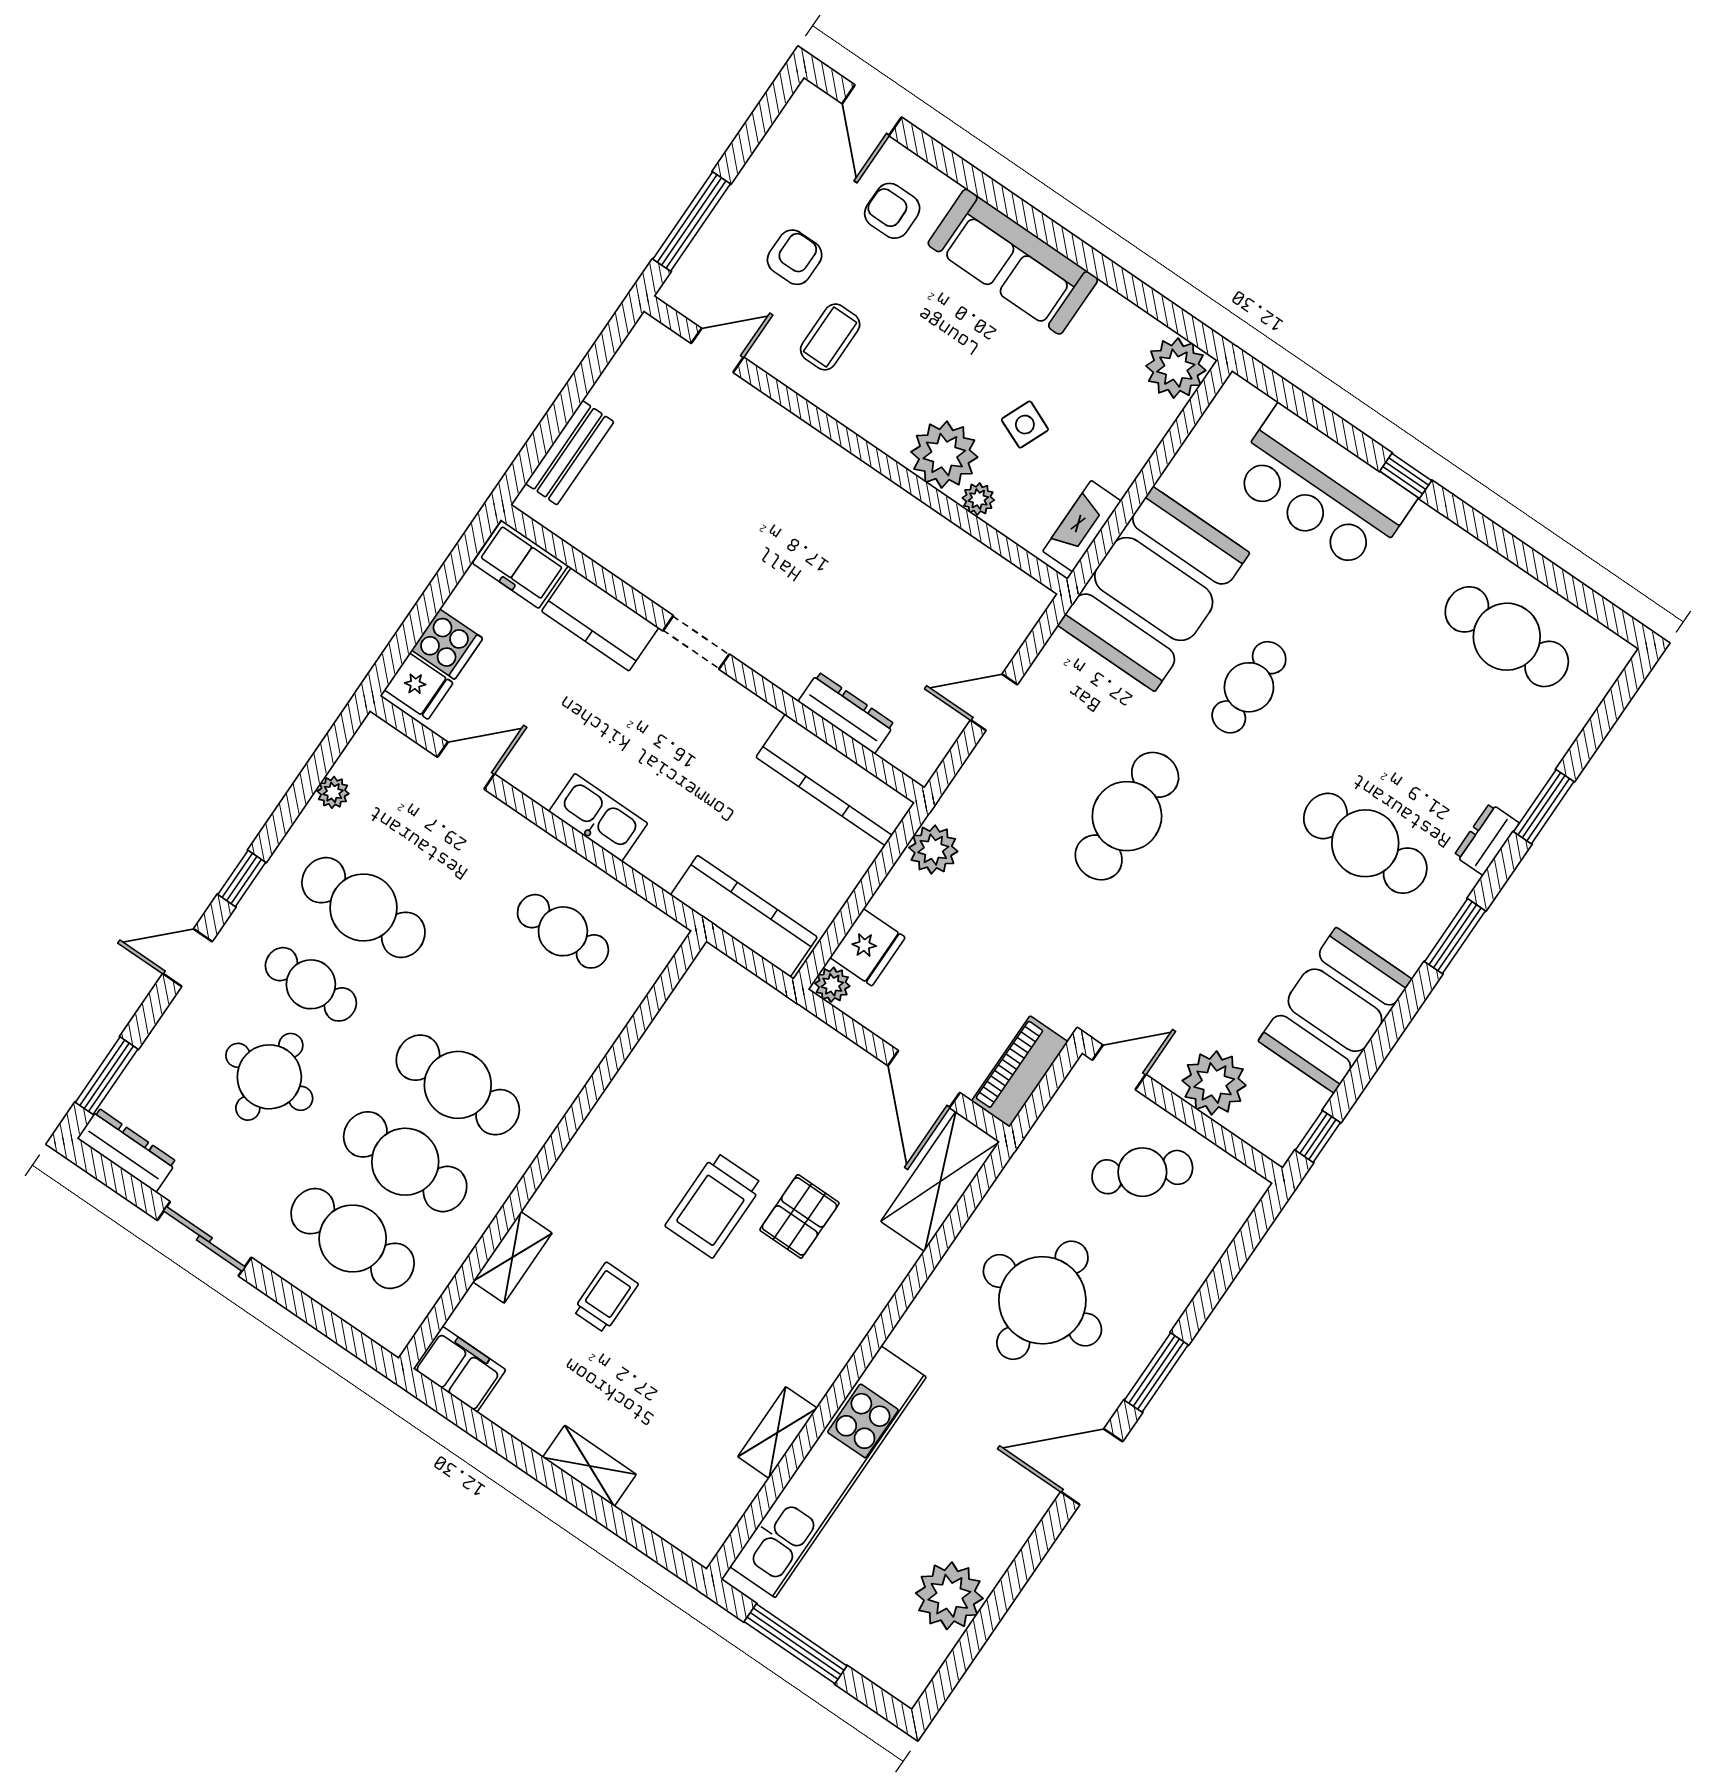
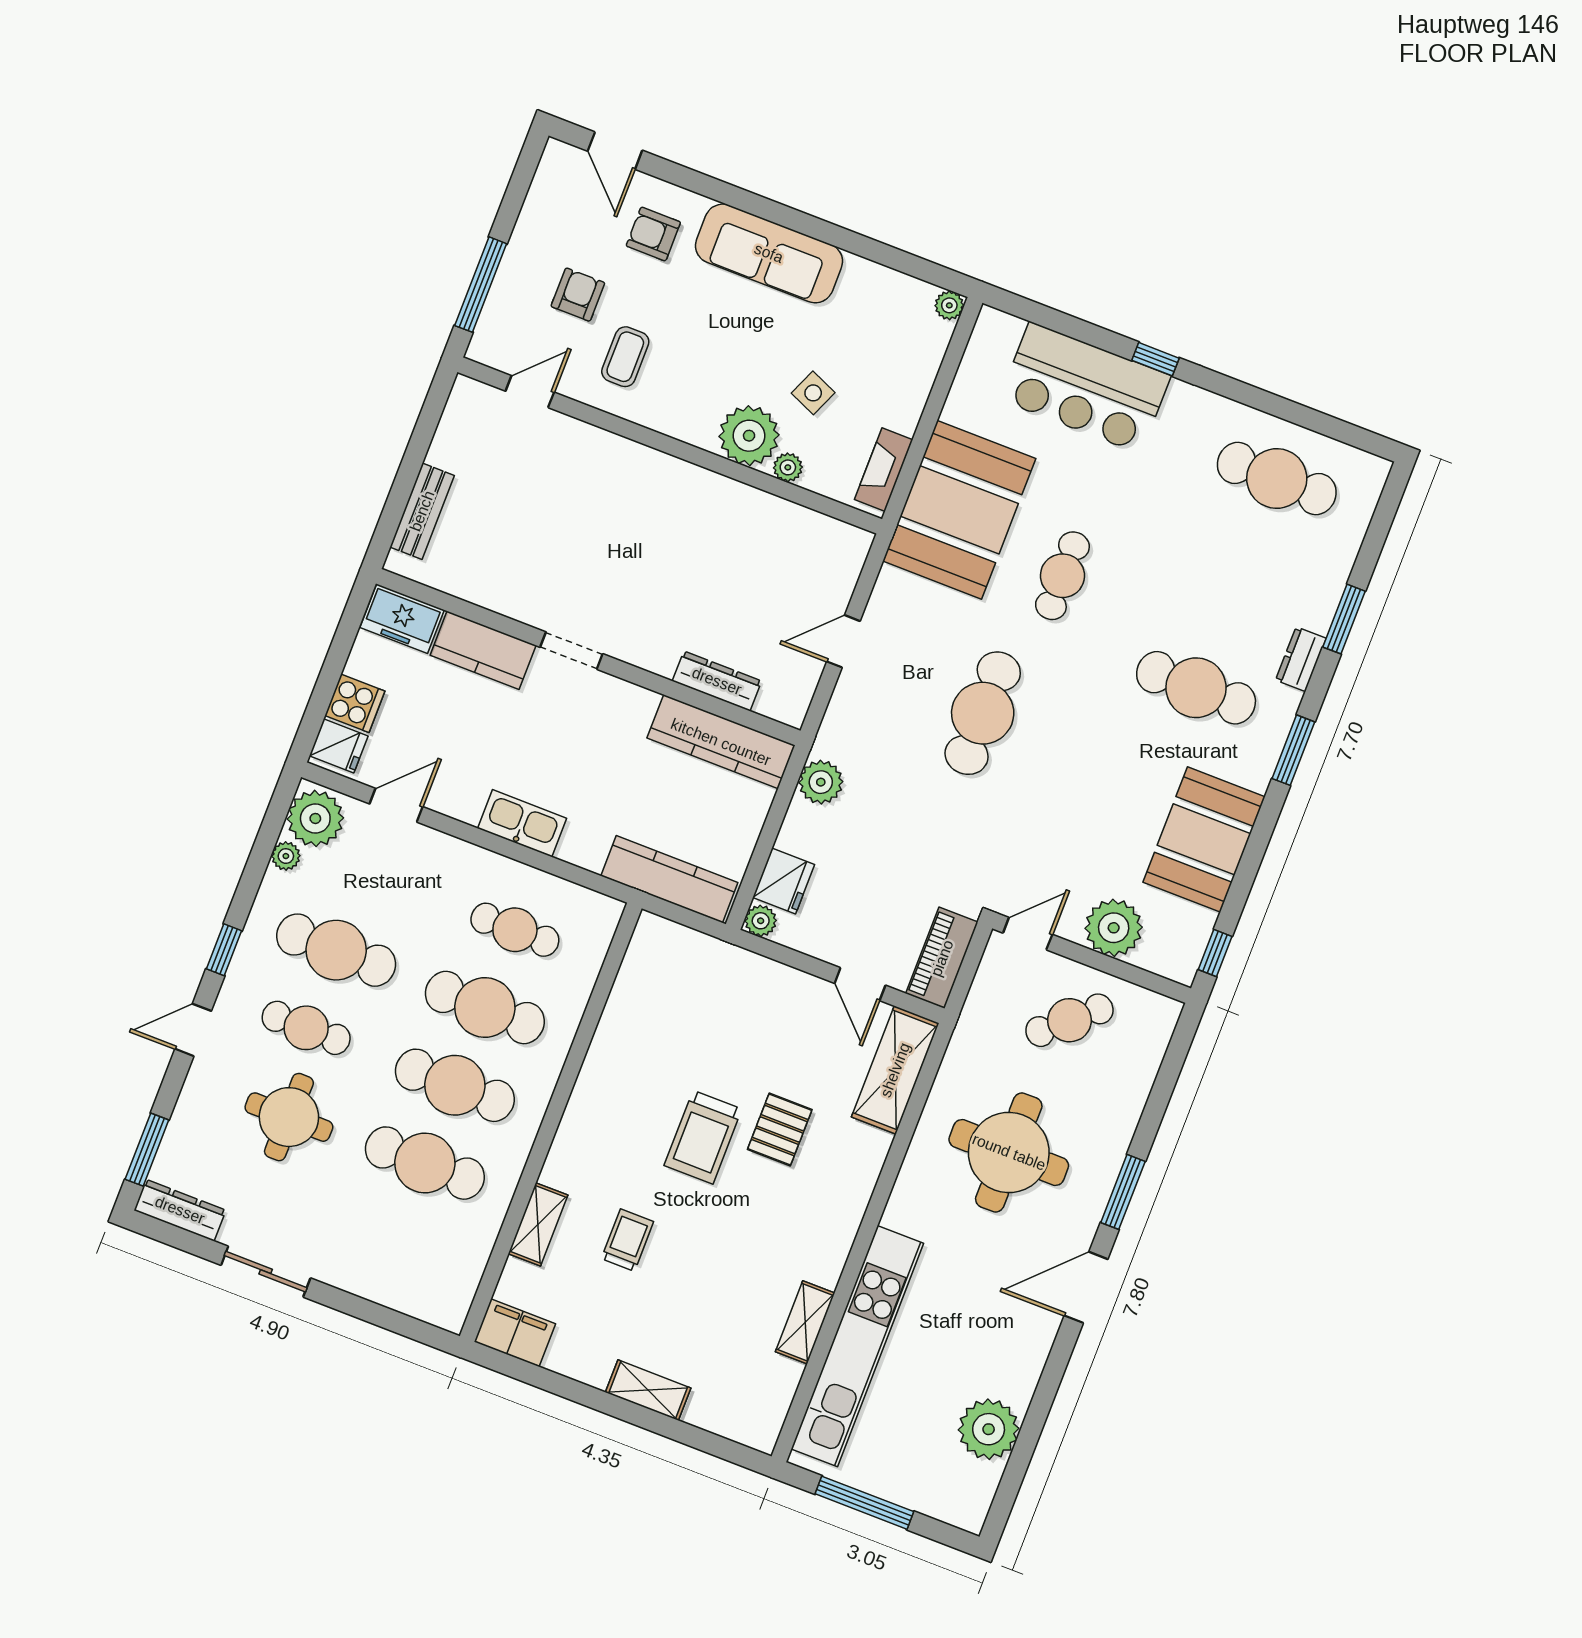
plant: (1176, 368) -> (949, 305), width x0.53, depth x0.53
plant: (375, 759) -> (315, 818), added
door: (924, 1079) -> (860, 984), width x0.73
cafe table: (353, 1238) -> (485, 1007), moved

